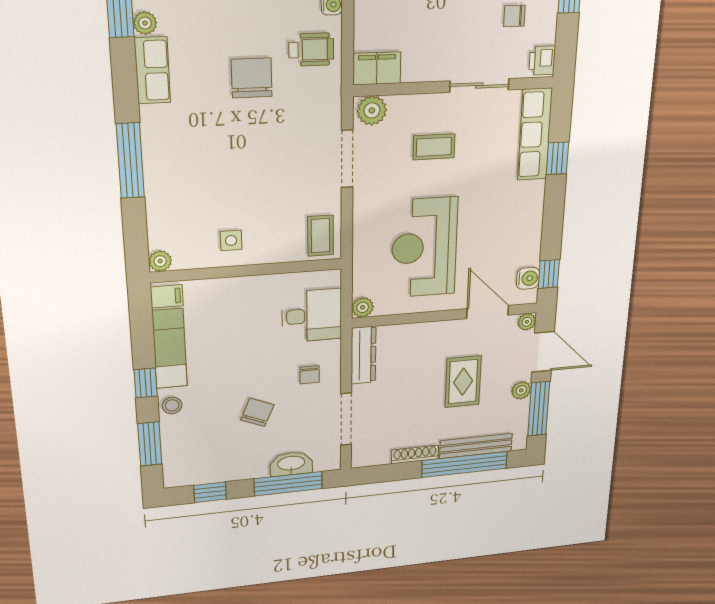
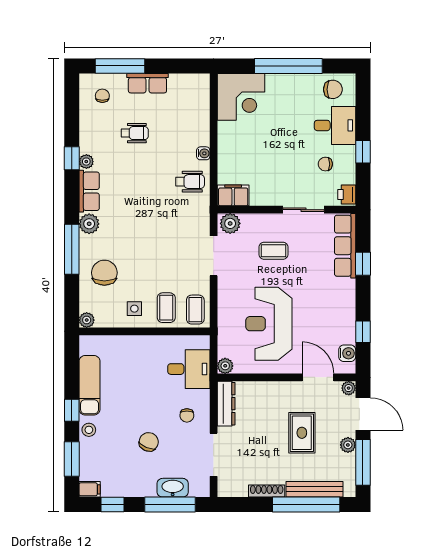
chair: (252, 78) -> (104, 273), moved
plant: (156, 121) -> (89, 224), added
coffee table: (278, 236) -> (166, 308), added
window: (549, 274) -> (363, 332), moved
filing cabinet: (167, 296) -> (90, 489), moved

